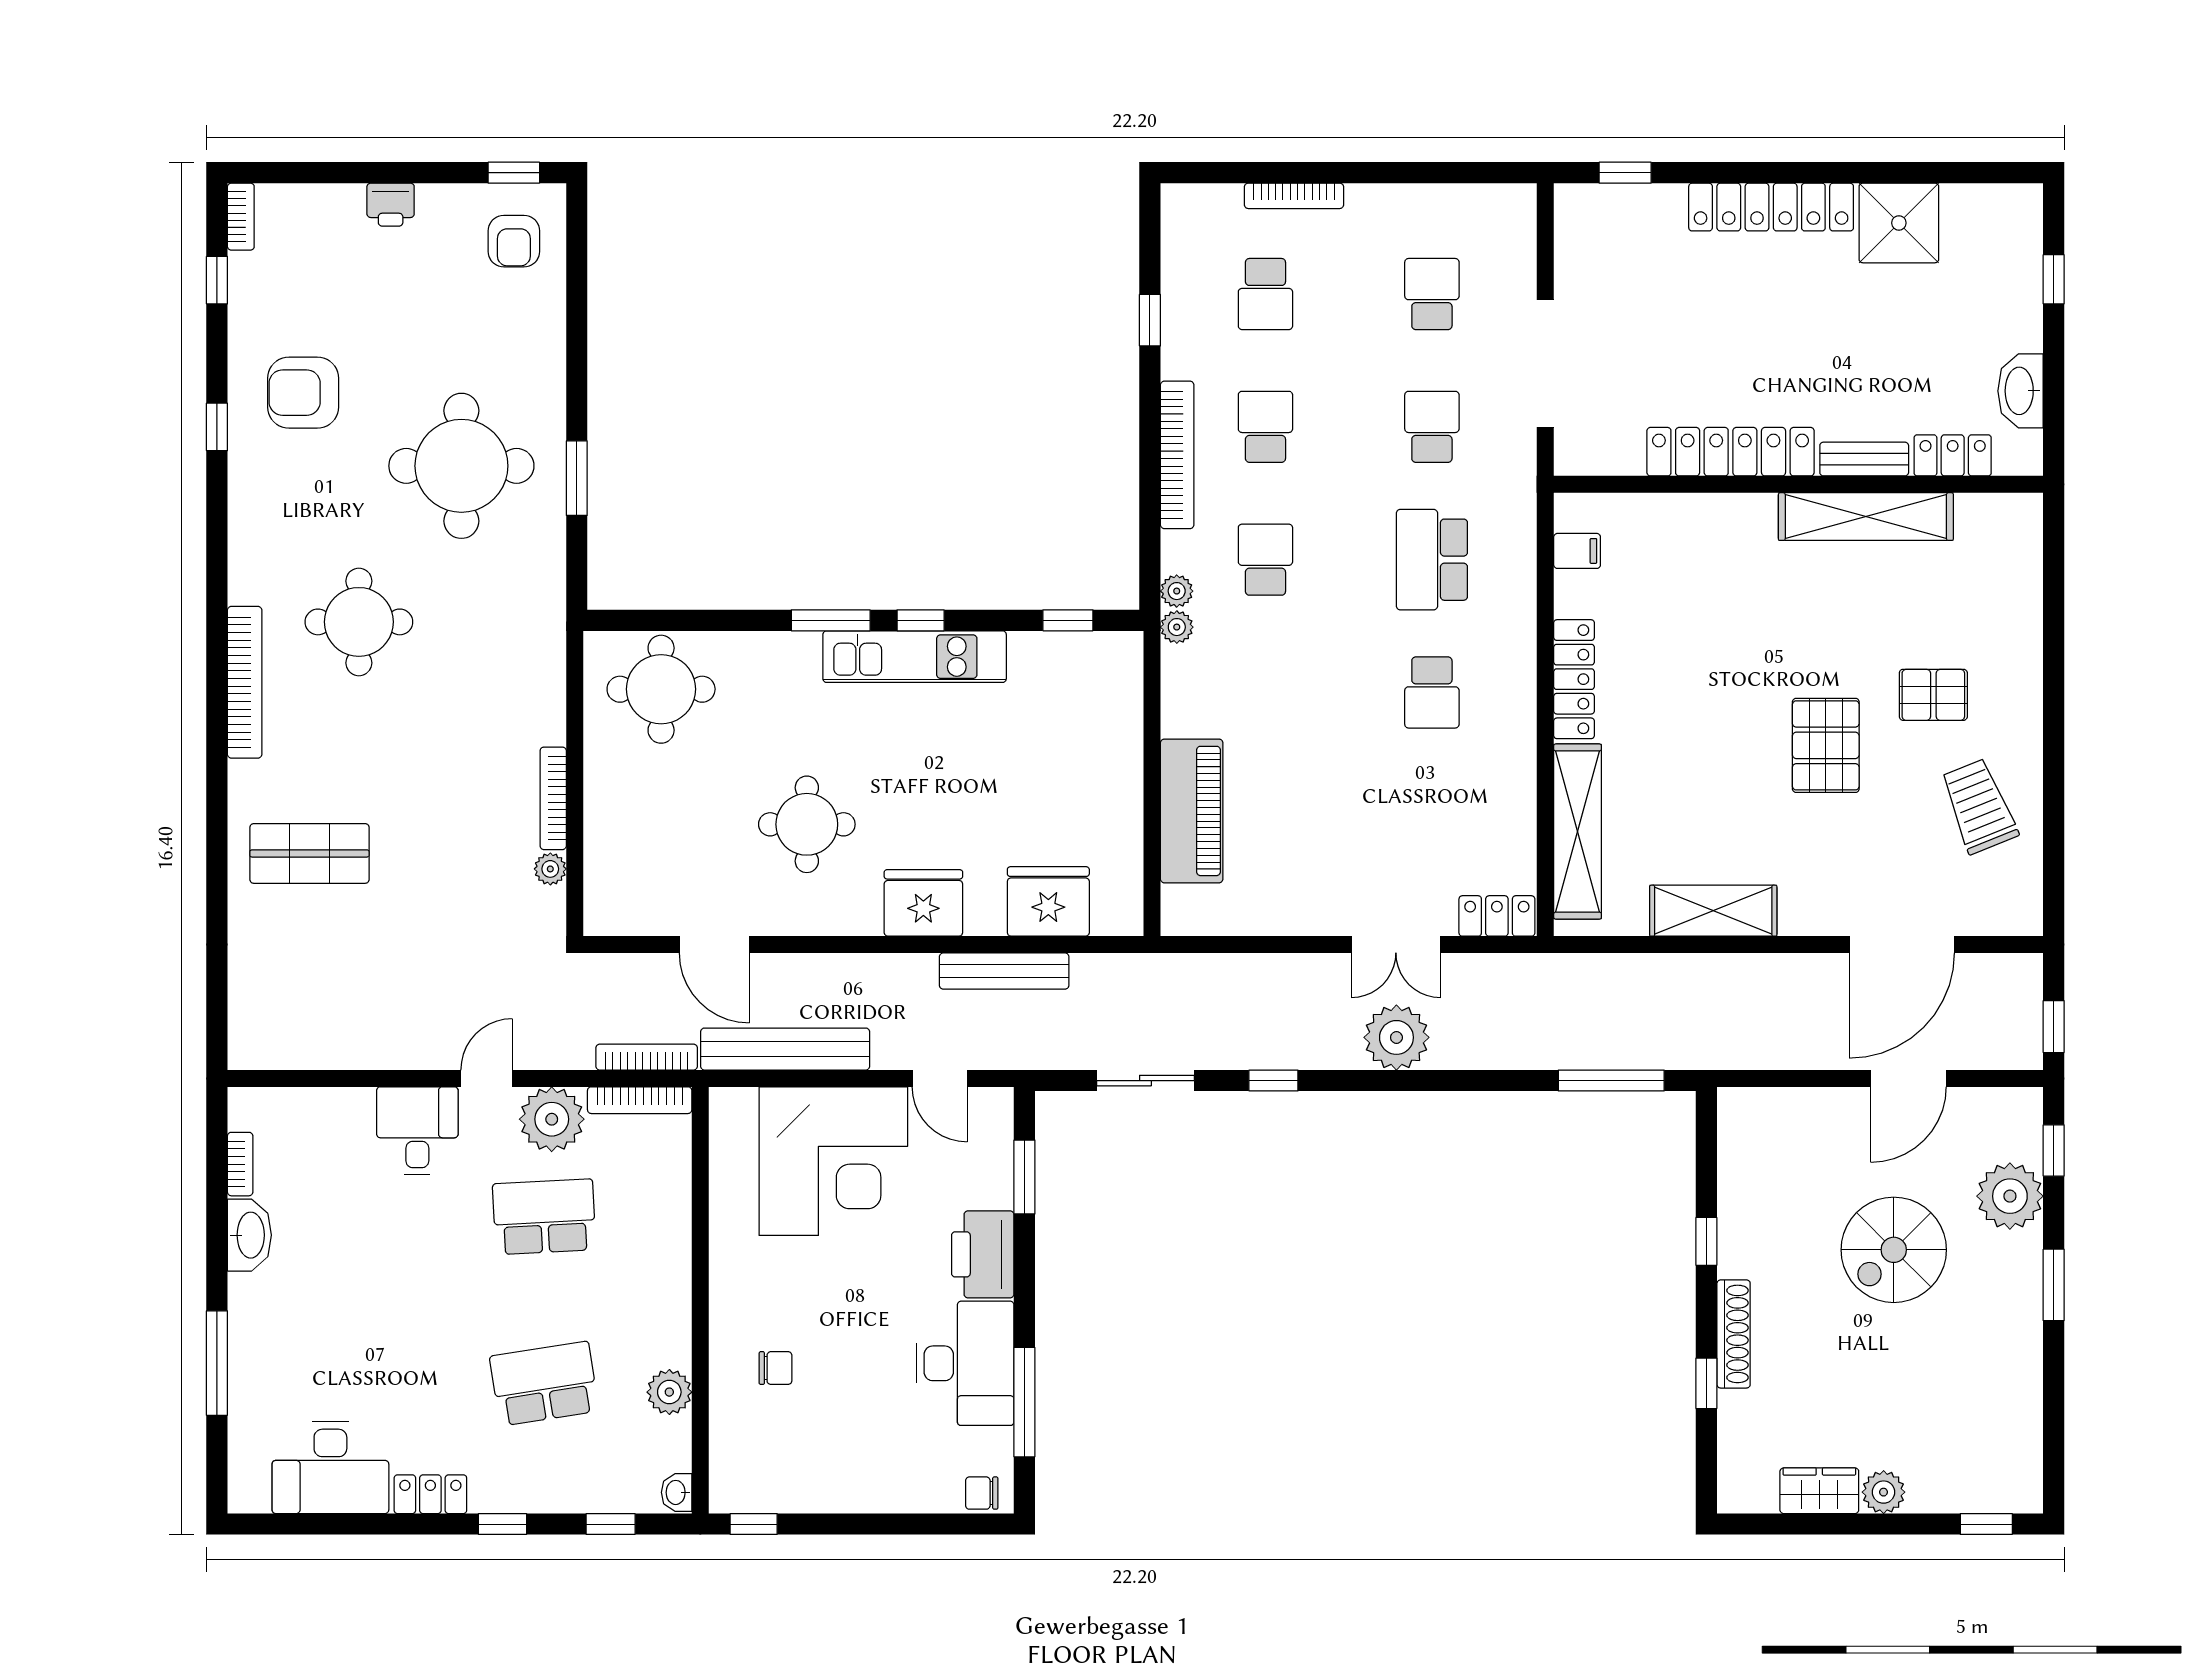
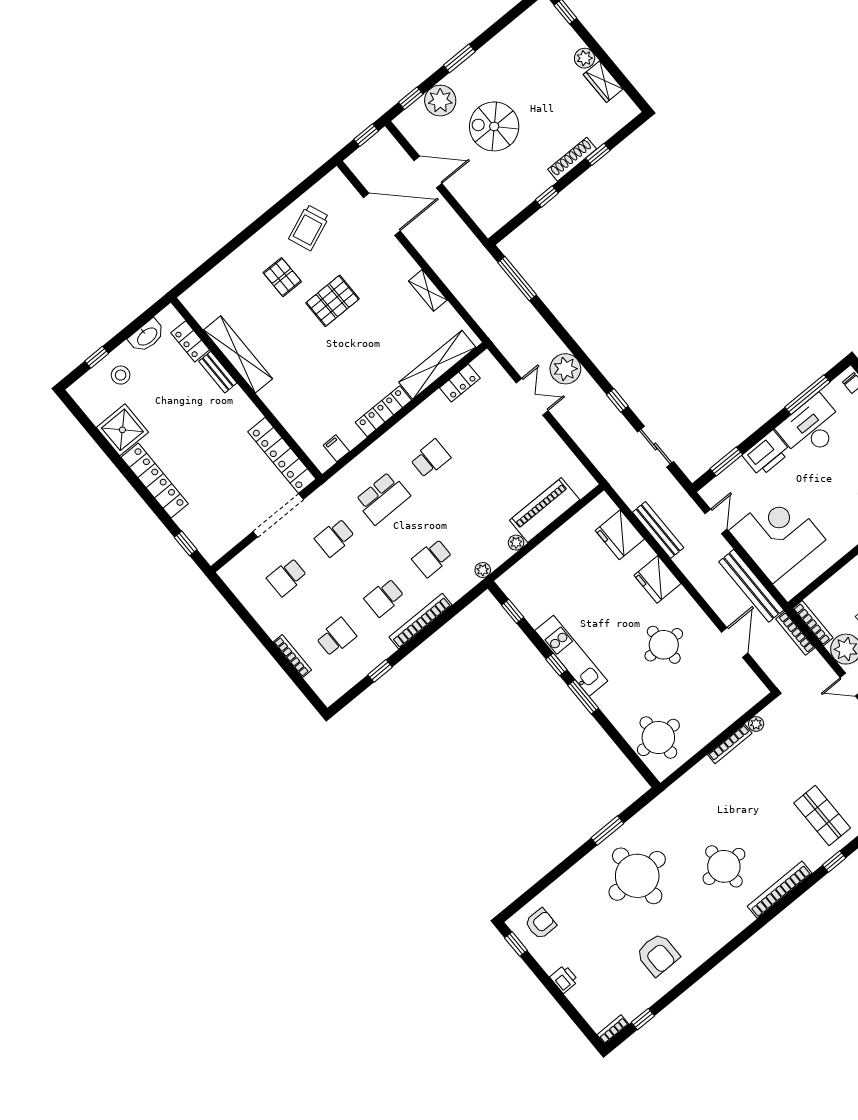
stool: (1992, 294) -> (121, 375), added
window: (217, 427) -> (834, 862), moved
locker: (1731, 452) -> (282, 455), moved
plant: (1177, 591) -> (516, 543), moved
shelving: (1713, 911) -> (428, 290), width x0.67, depth x0.75
locker: (1497, 916) -> (460, 383), moved, turned -90
spiral stairs: (1894, 1250) -> (494, 126), turned 180

